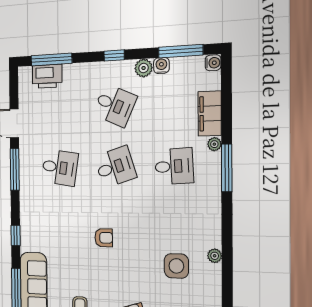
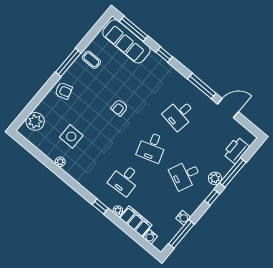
window: (51, 60) -> (233, 173), moved
water cooler: (213, 63) -> (150, 237), moved
plant: (144, 68) -> (215, 178), moved
window: (227, 168) -> (100, 206), width x0.46

